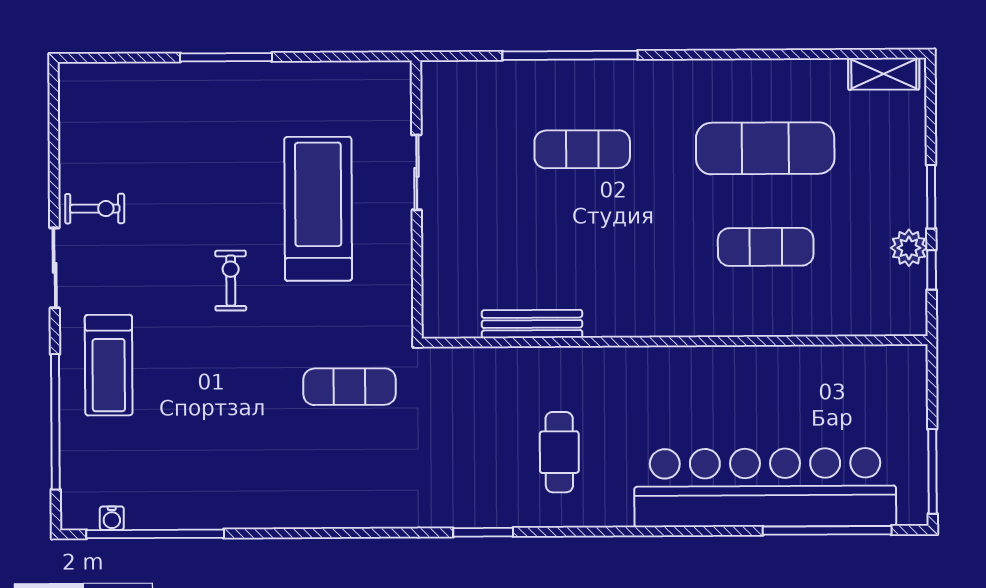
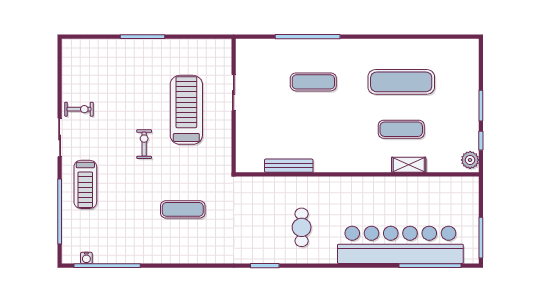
shelving: (884, 74) -> (409, 165), moved
plant: (909, 248) -> (470, 160), moved
exercise mat: (349, 387) -> (183, 209), moved

